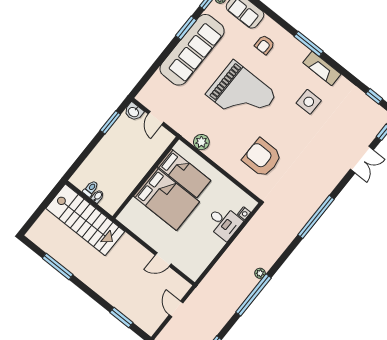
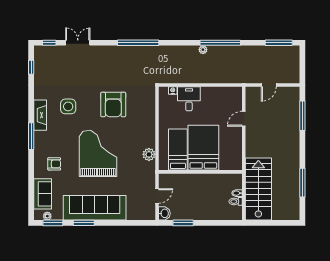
armchair: (262, 158) -> (113, 104), moved
door: (163, 259) -> (244, 119), swing flipped
window: (121, 318) -> (302, 116), width x1.44

